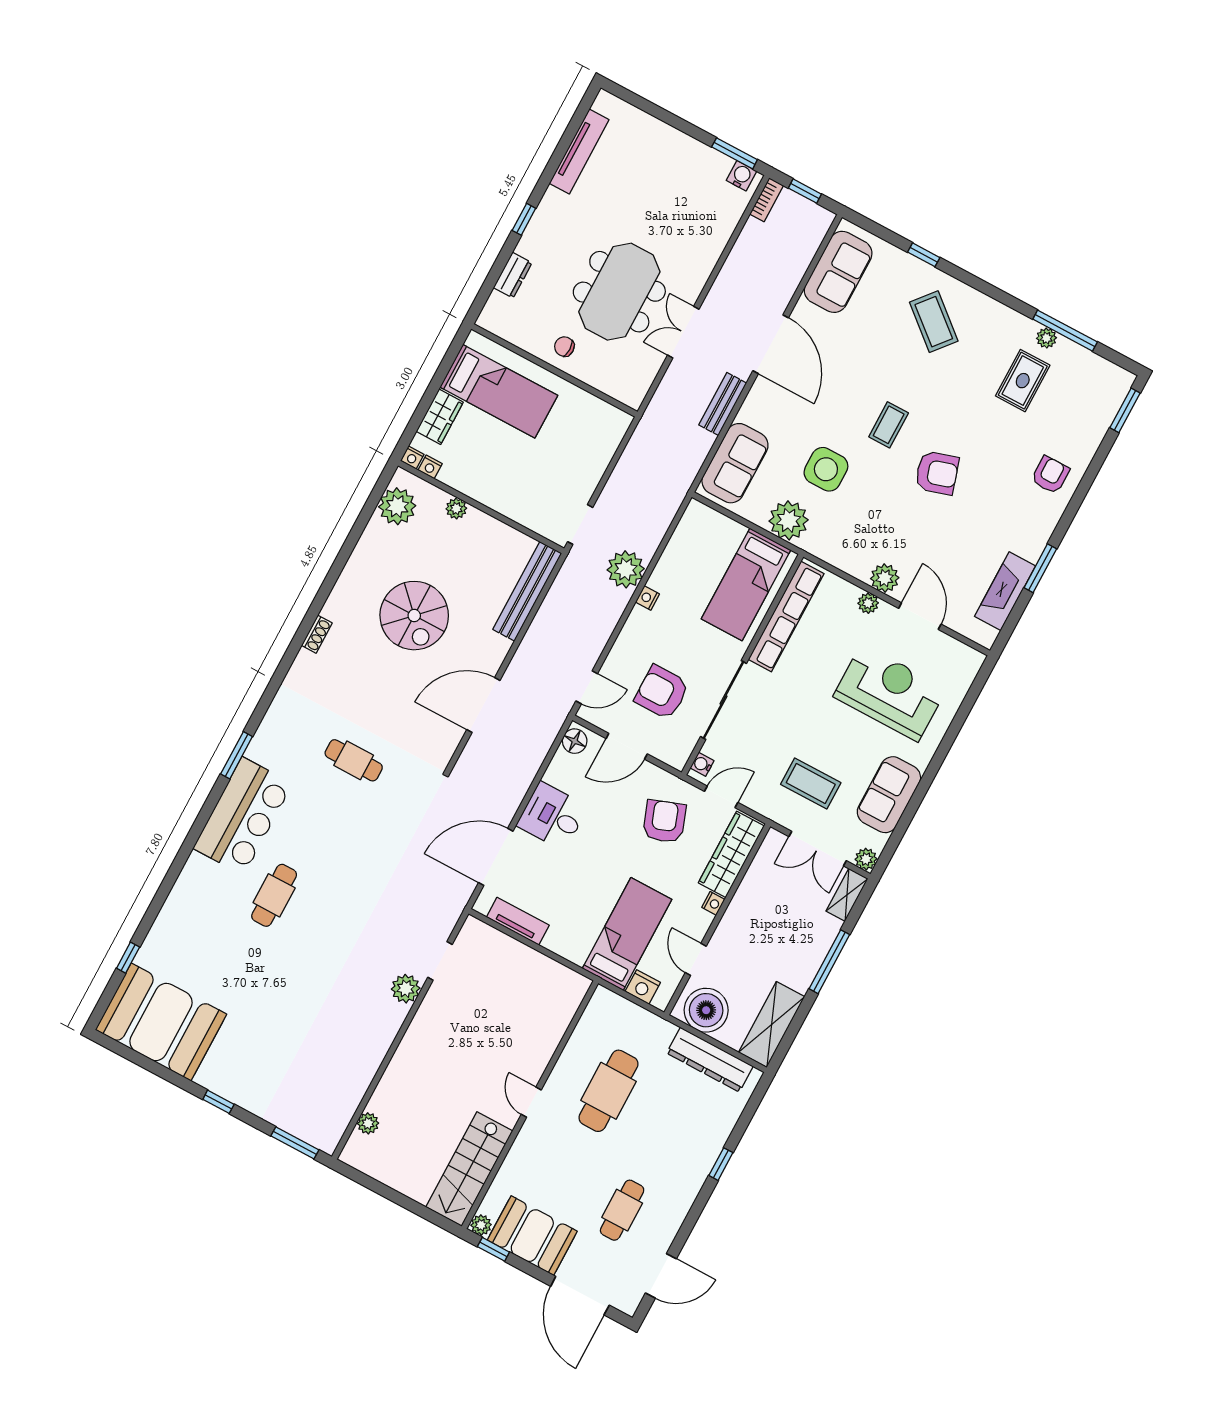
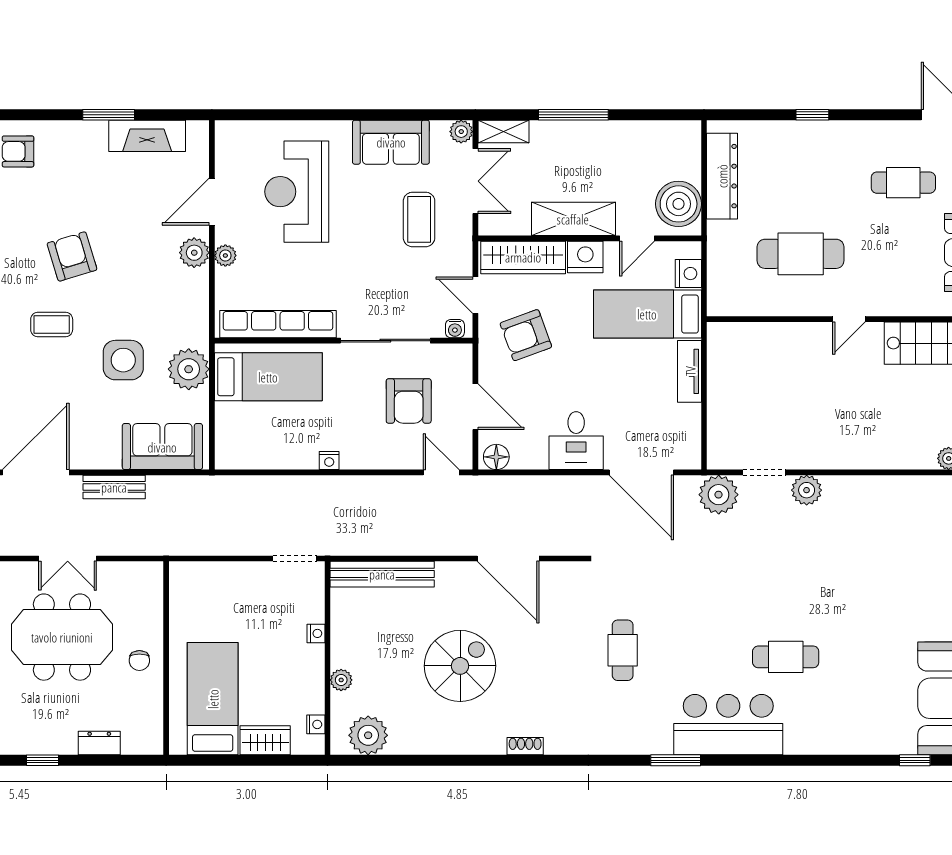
nightstand: (412, 458) -> (316, 633), moved
plant: (626, 569) -> (719, 495), moved
nightstand: (713, 903) -> (585, 257), width x1.89, depth x1.79
tv unit: (518, 921) -> (690, 371), moved
shelving: (772, 1025) -> (573, 219), moved

